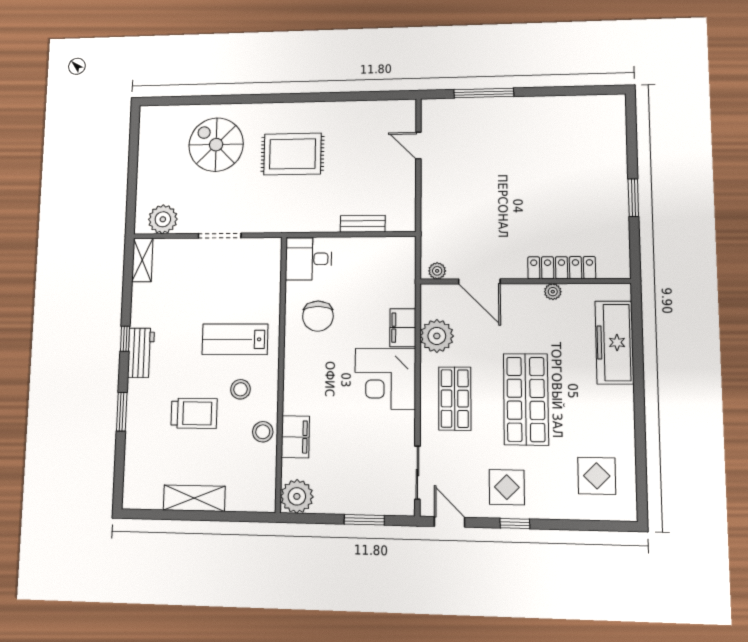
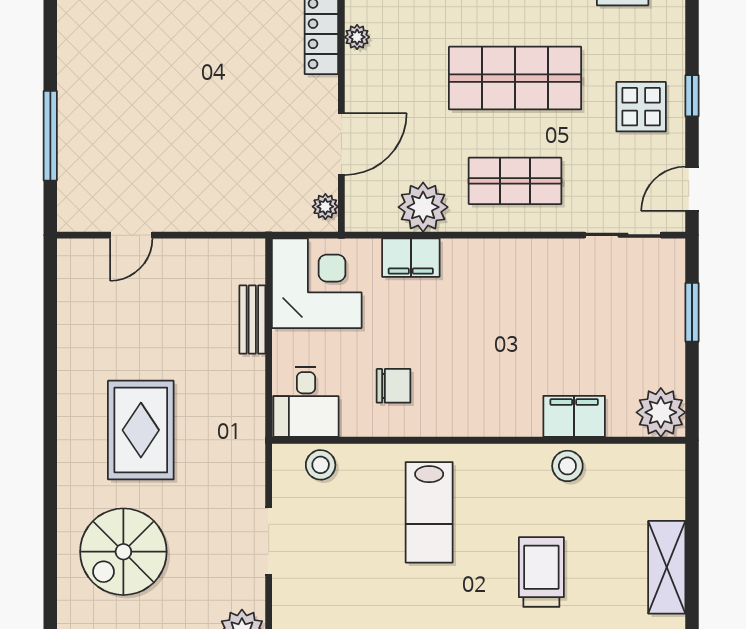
chair: (318, 316) -> (394, 386), width x0.73, depth x0.73
corner desk: (385, 379) -> (317, 283), moved, turned -90
stool: (240, 389) -> (321, 465), moved

